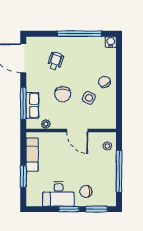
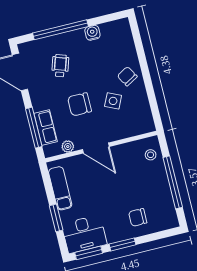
window: (79, 34) -> (60, 30), moved
water cooler: (111, 42) -> (92, 33), moved
chair: (63, 94) -> (79, 104), turned 90
door: (77, 131) -> (96, 148), moved
desk: (58, 194) -> (84, 234), moved
window: (96, 209) -> (89, 253), moved

